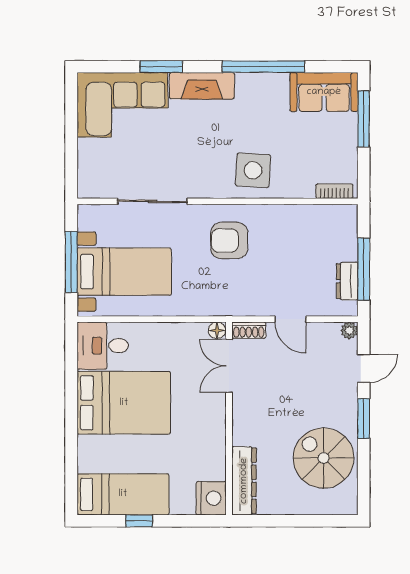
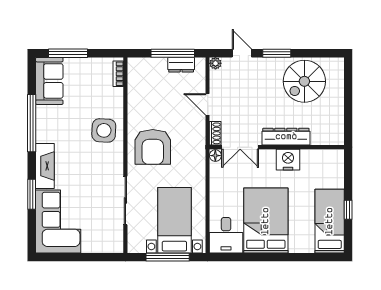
armchair: (229, 241) -> (153, 147), width x1.36, depth x1.36
door: (290, 319) -> (208, 104), swing flipped
dresser: (244, 481) -> (286, 137), moved
nightstand: (211, 498) -> (288, 160), moved

